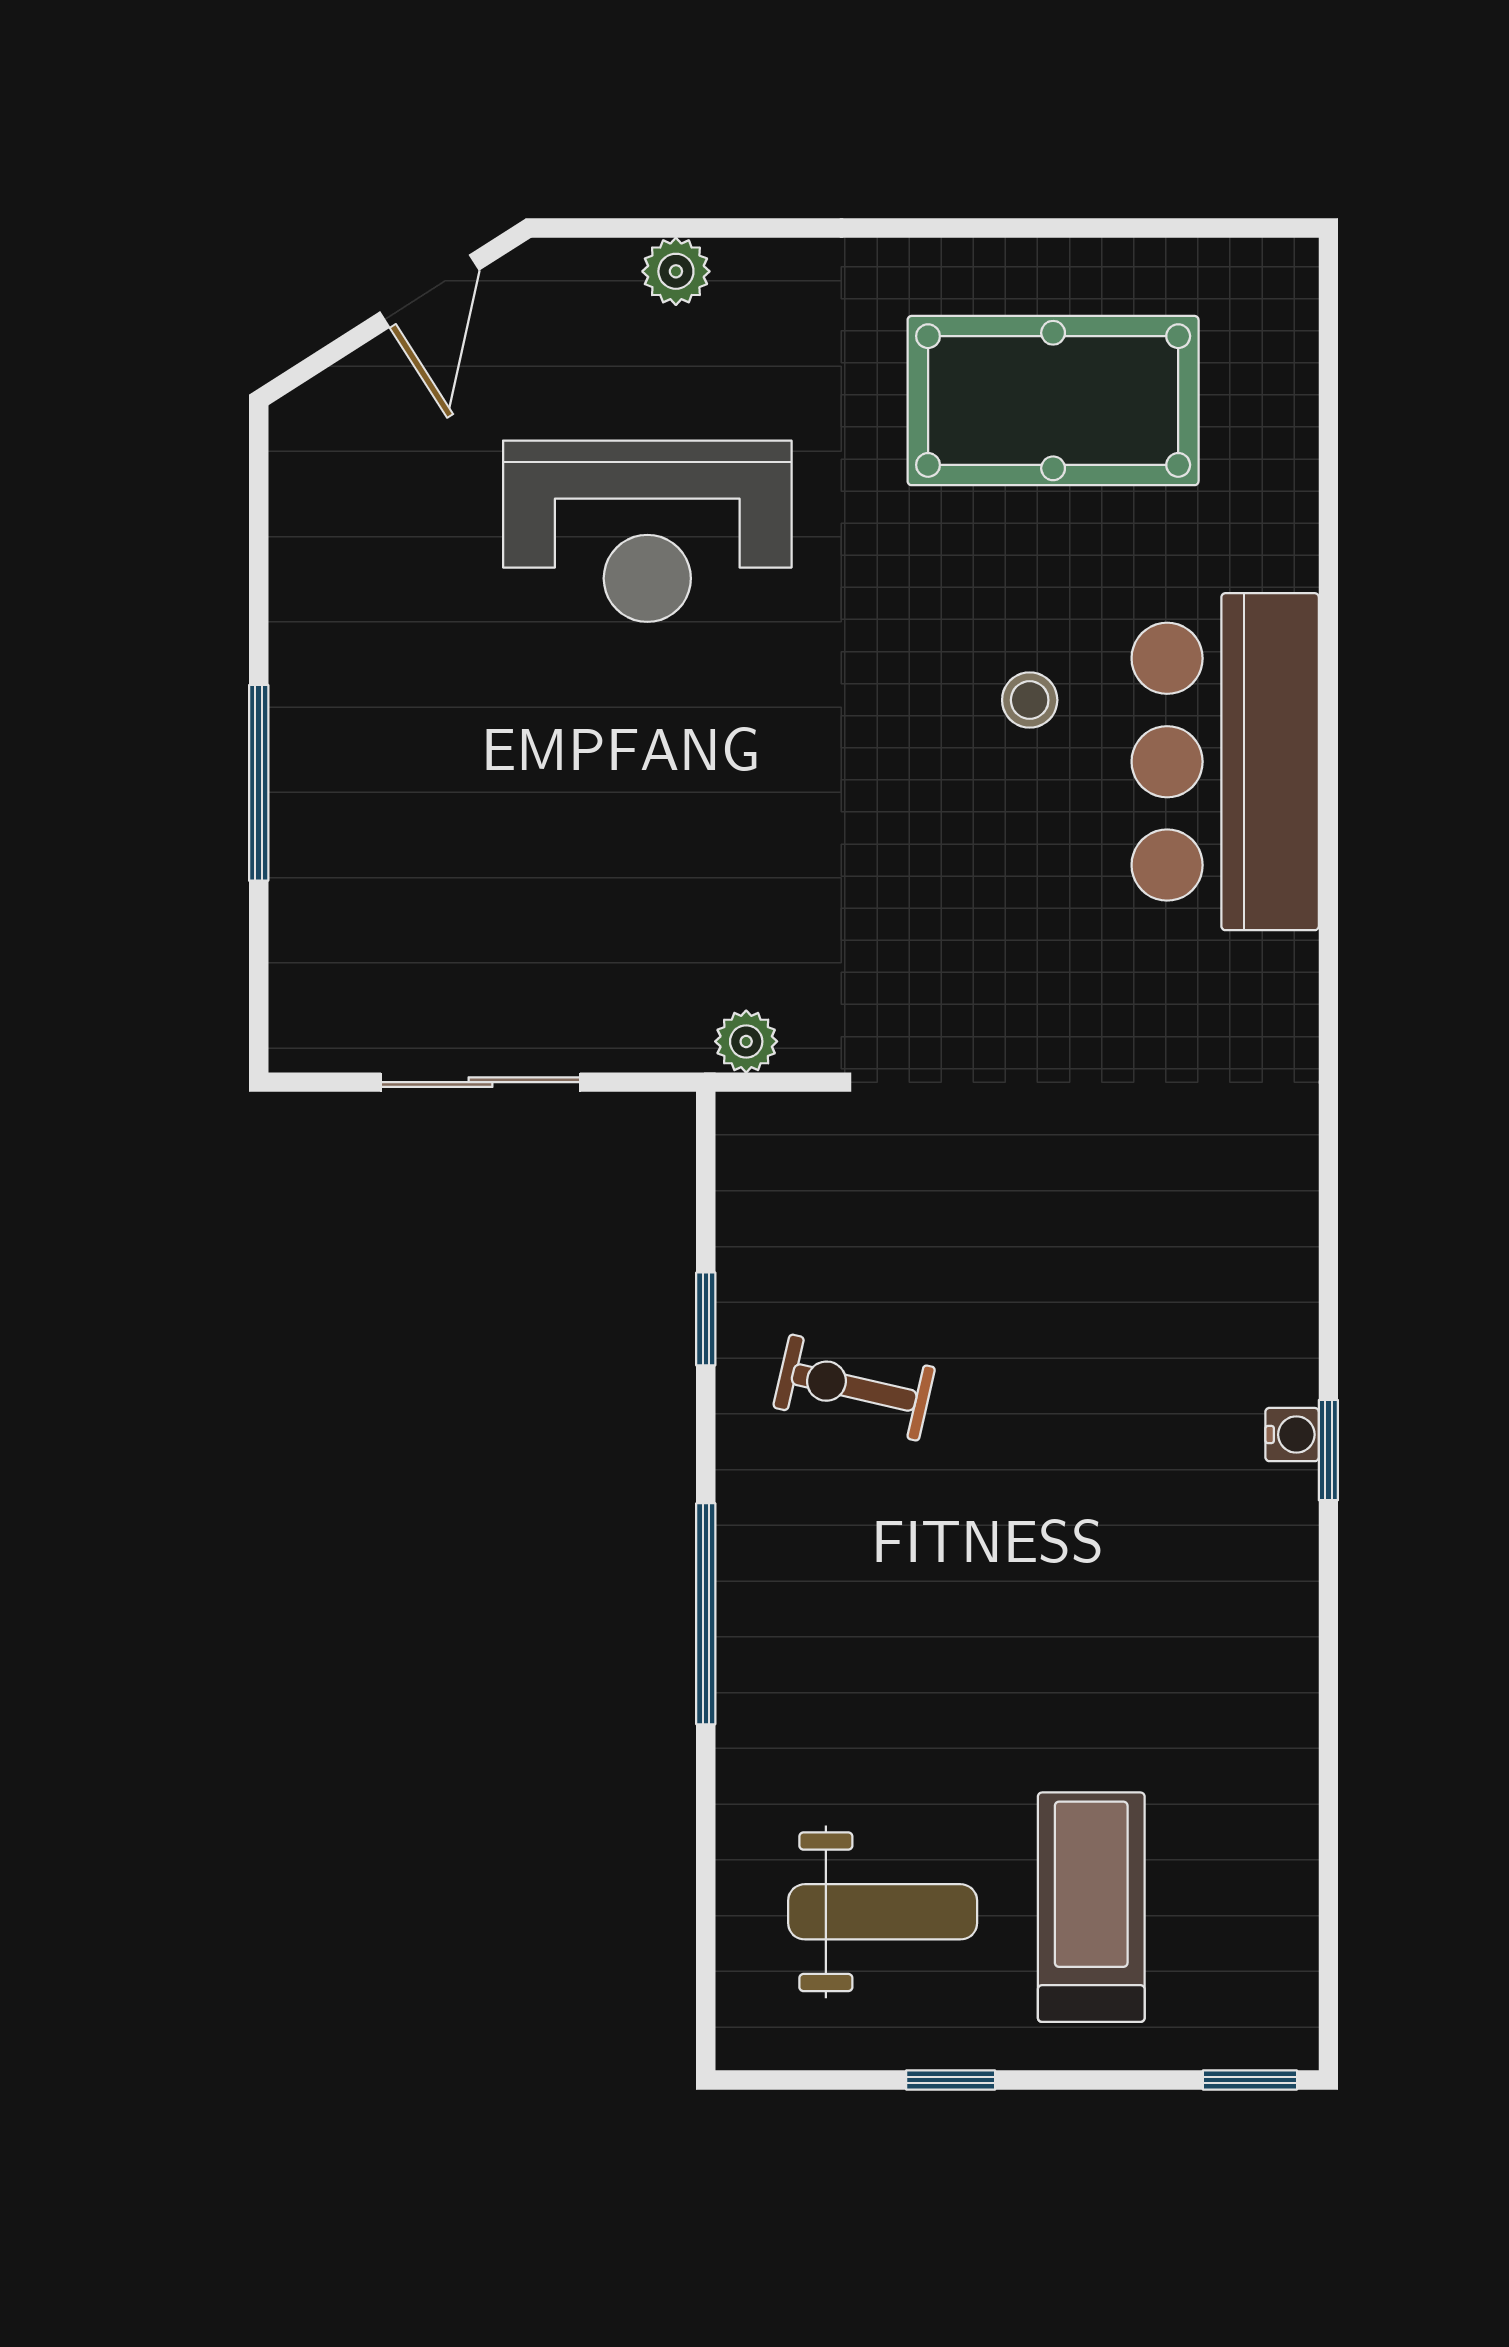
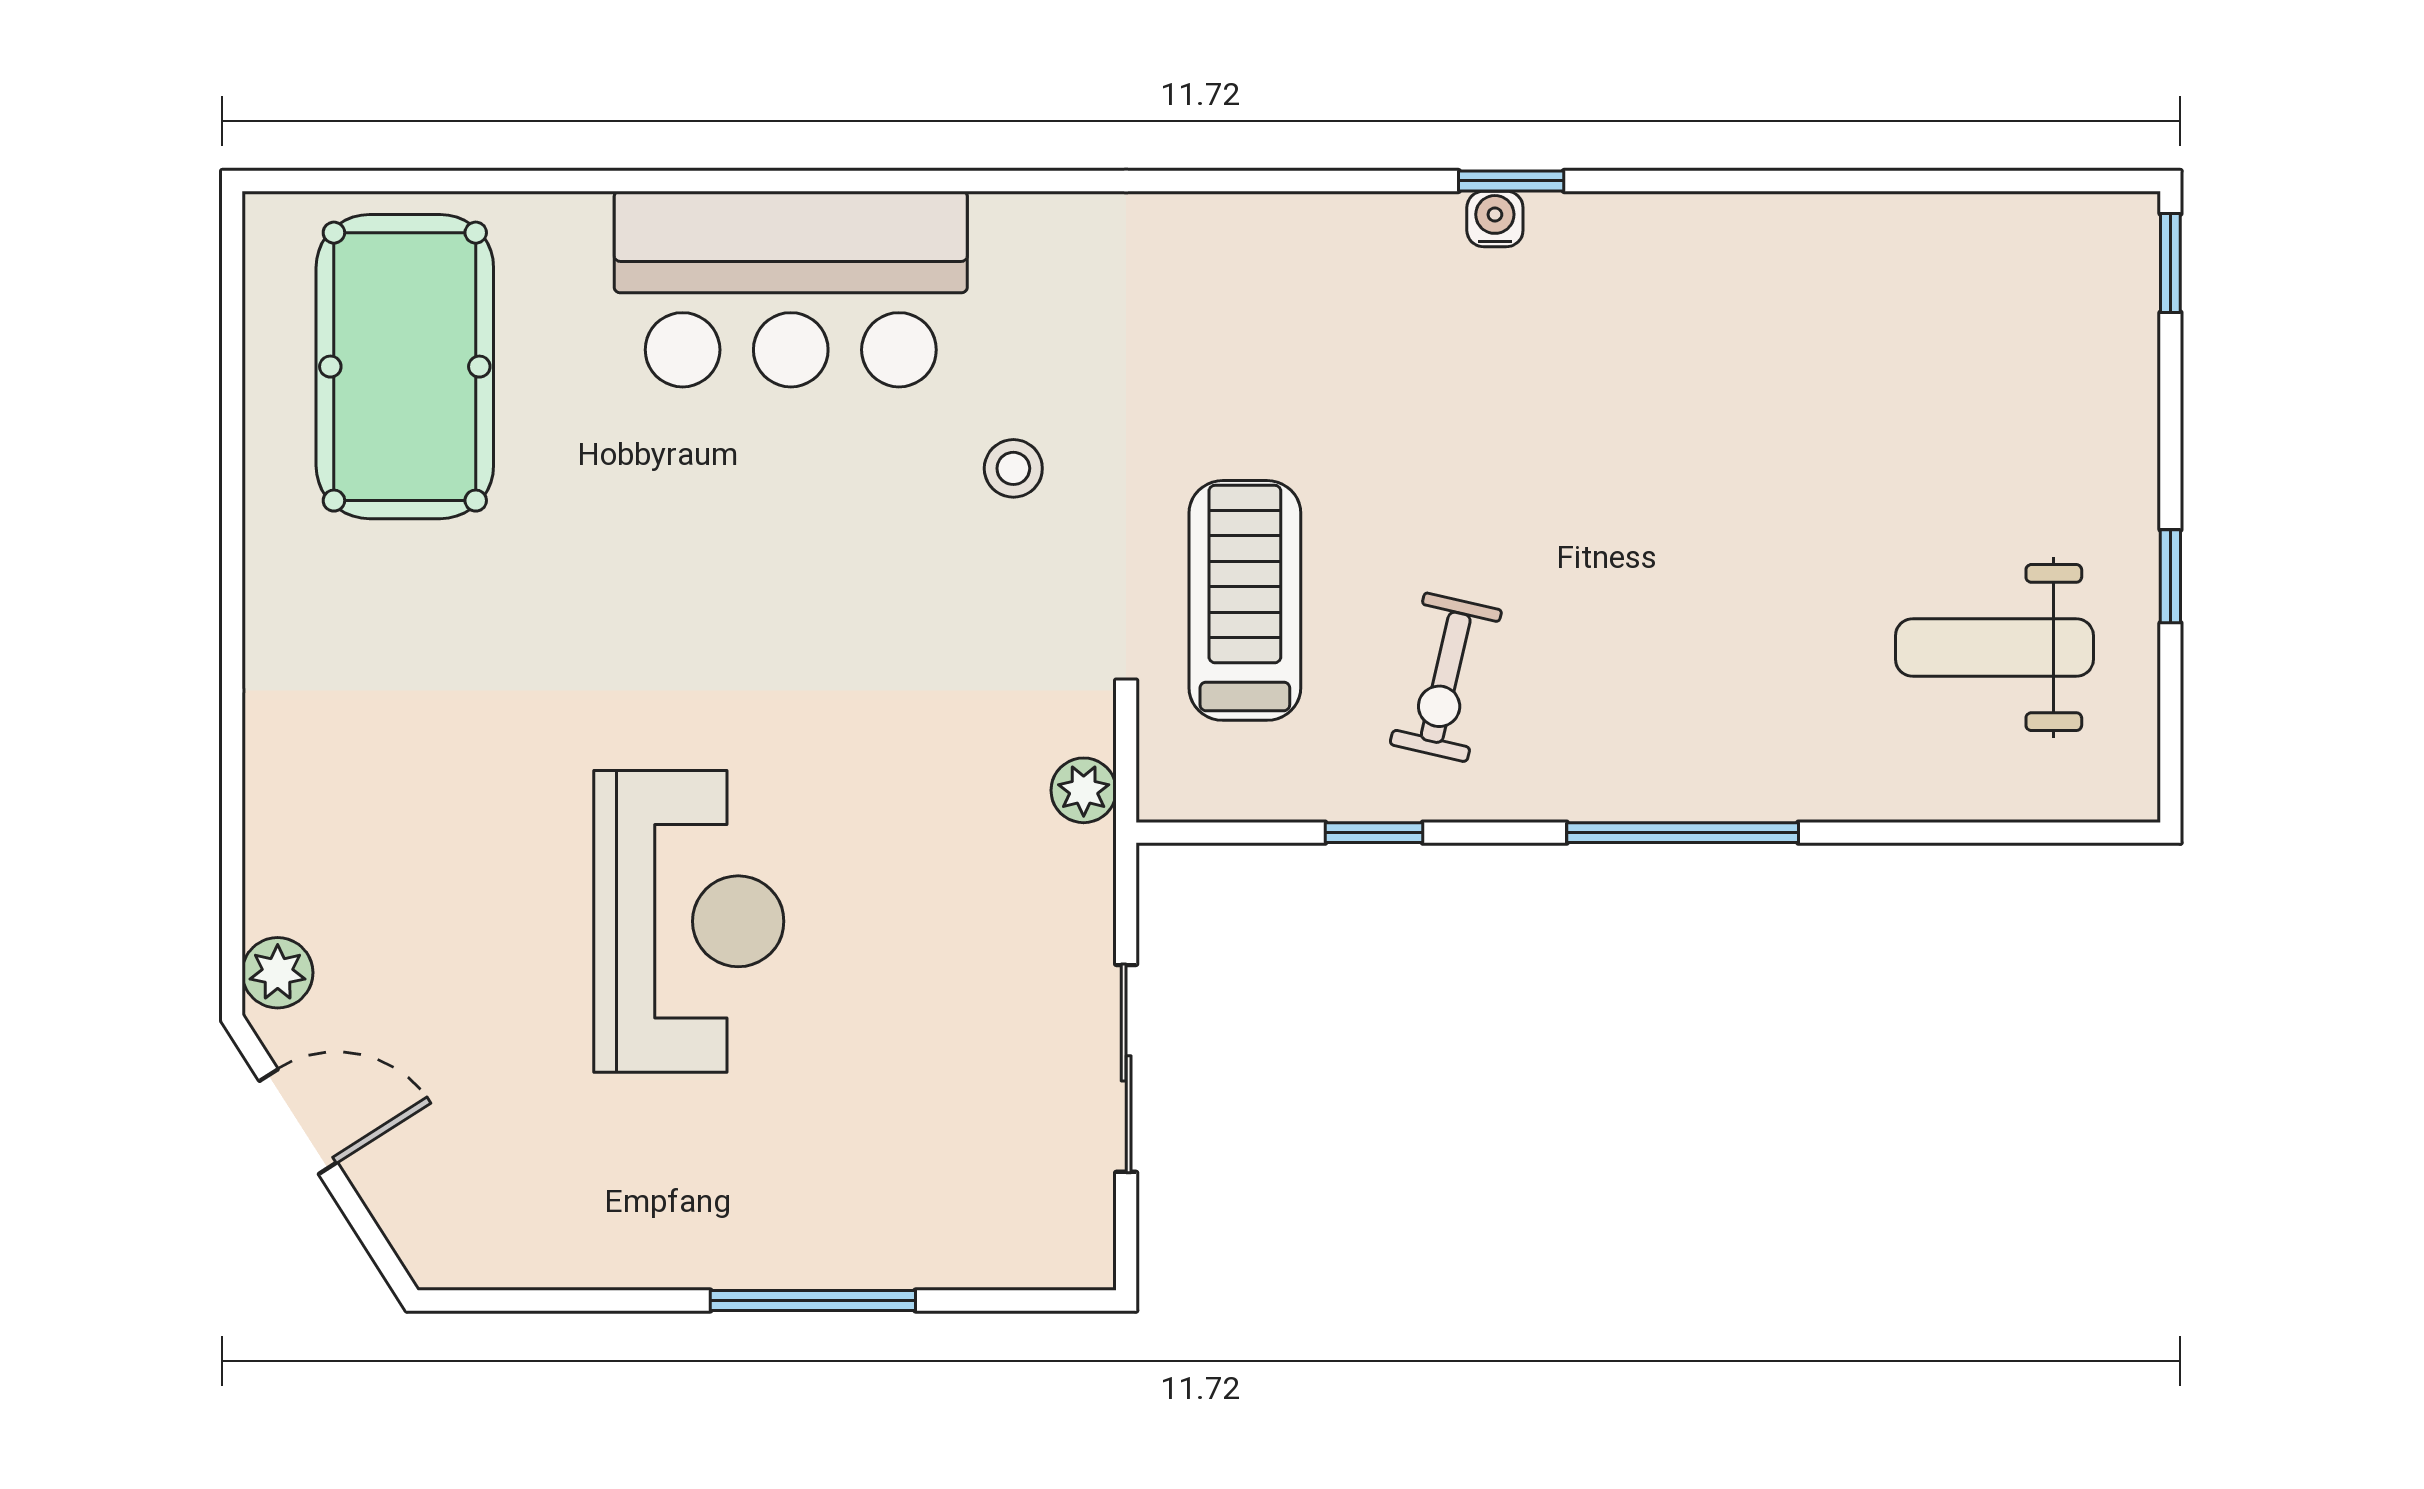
plant: (676, 271) -> (278, 973), moved
pool table: (1053, 401) -> (405, 367), moved
reception desk: (647, 531) -> (689, 921), moved
stool: (1030, 700) -> (1013, 468), moved
treadmill: (1091, 1907) -> (1245, 600), moved, turned 90
weight bench: (883, 1912) -> (1994, 648), turned -90

